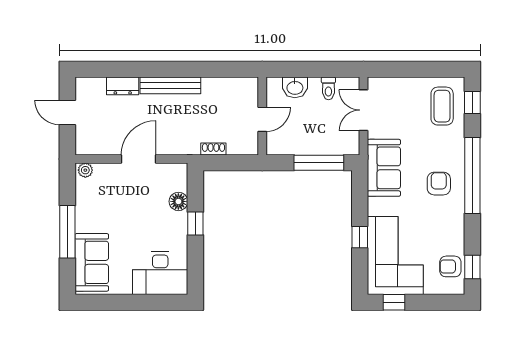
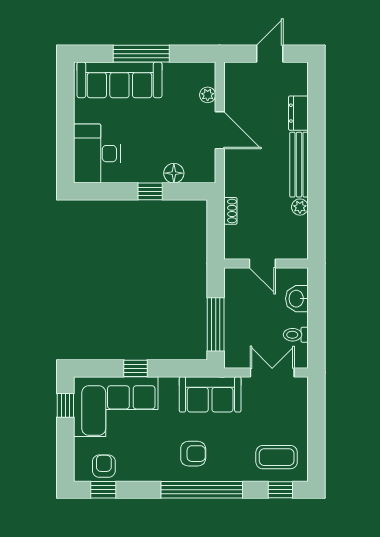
plant: (210, 84) -> (300, 207), added
plant: (85, 170) -> (208, 95), moved
sofa: (92, 262) -> (119, 80), width x1.36

